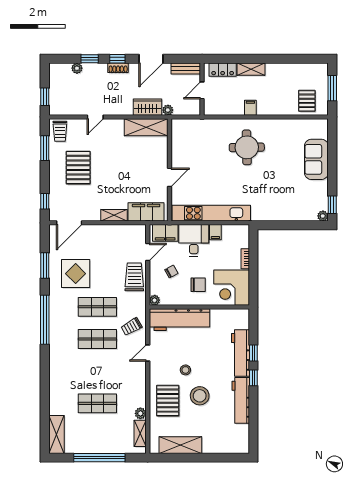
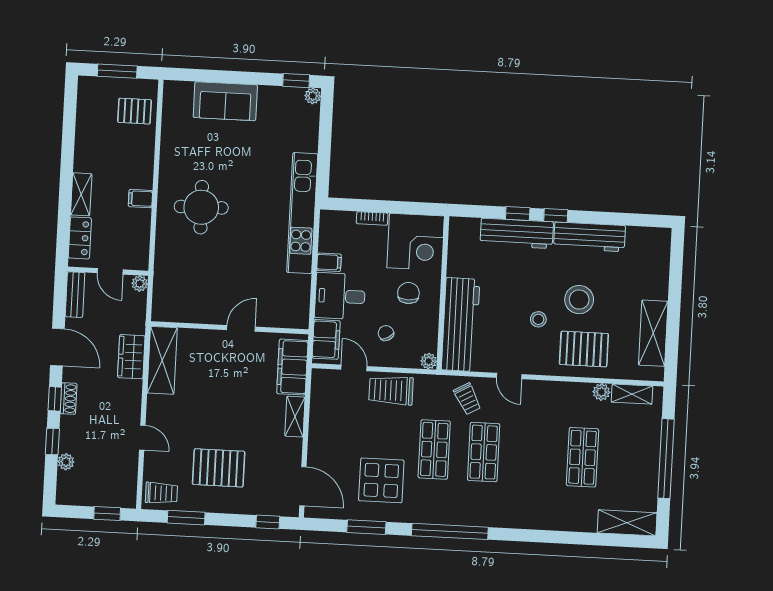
plant: (168, 110) -> (140, 283), moved
door: (169, 177) -> (241, 328), hinge flipped
kitchen unit: (211, 213) -> (302, 213), moved

